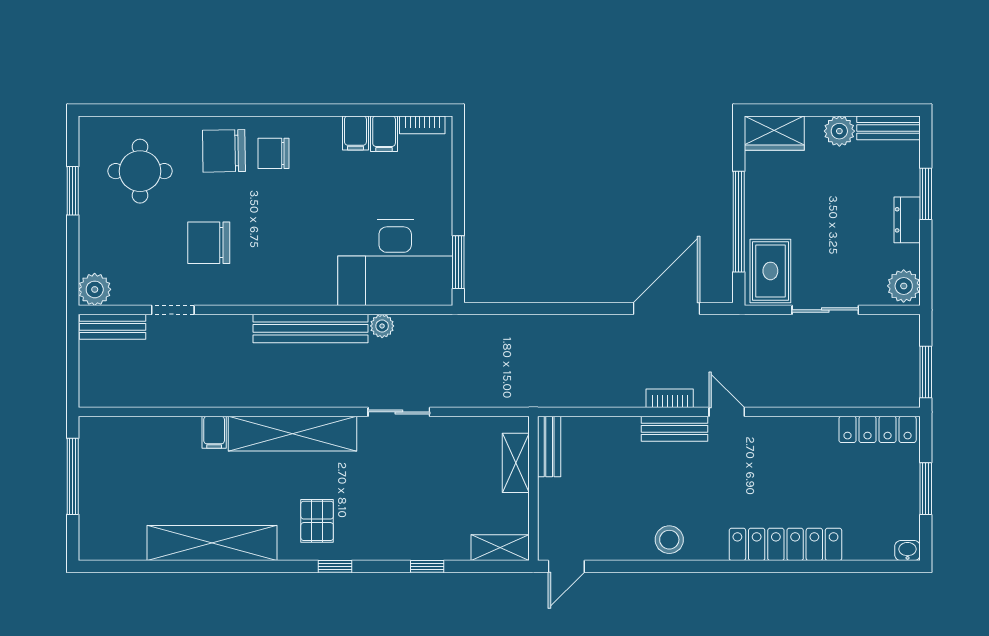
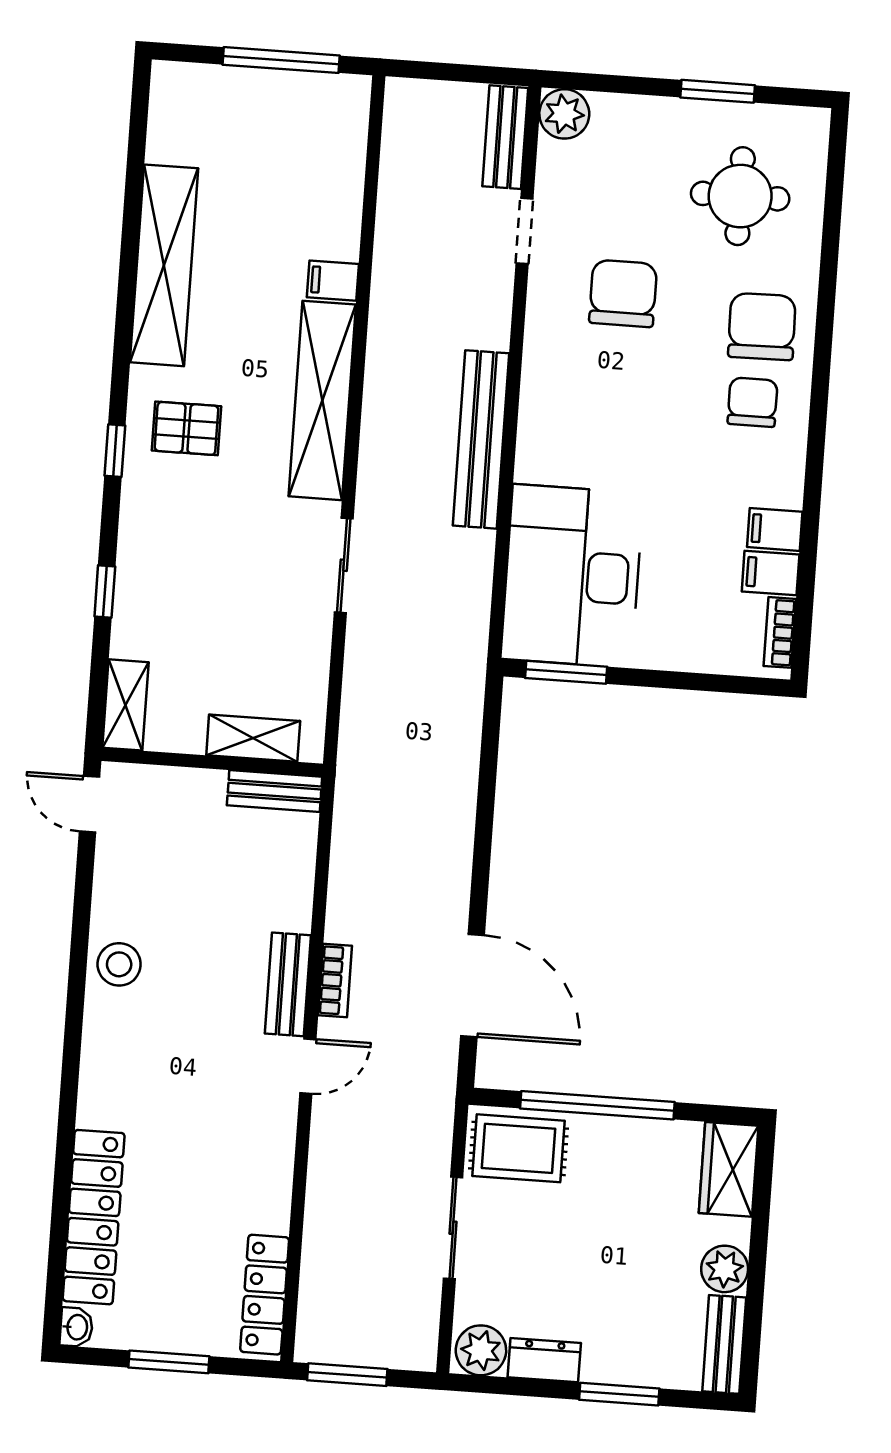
dresser: (907, 220) -> (544, 1360), moved
plant: (382, 326) -> (477, 549), removed
locker: (785, 544) -> (94, 1217), moved

